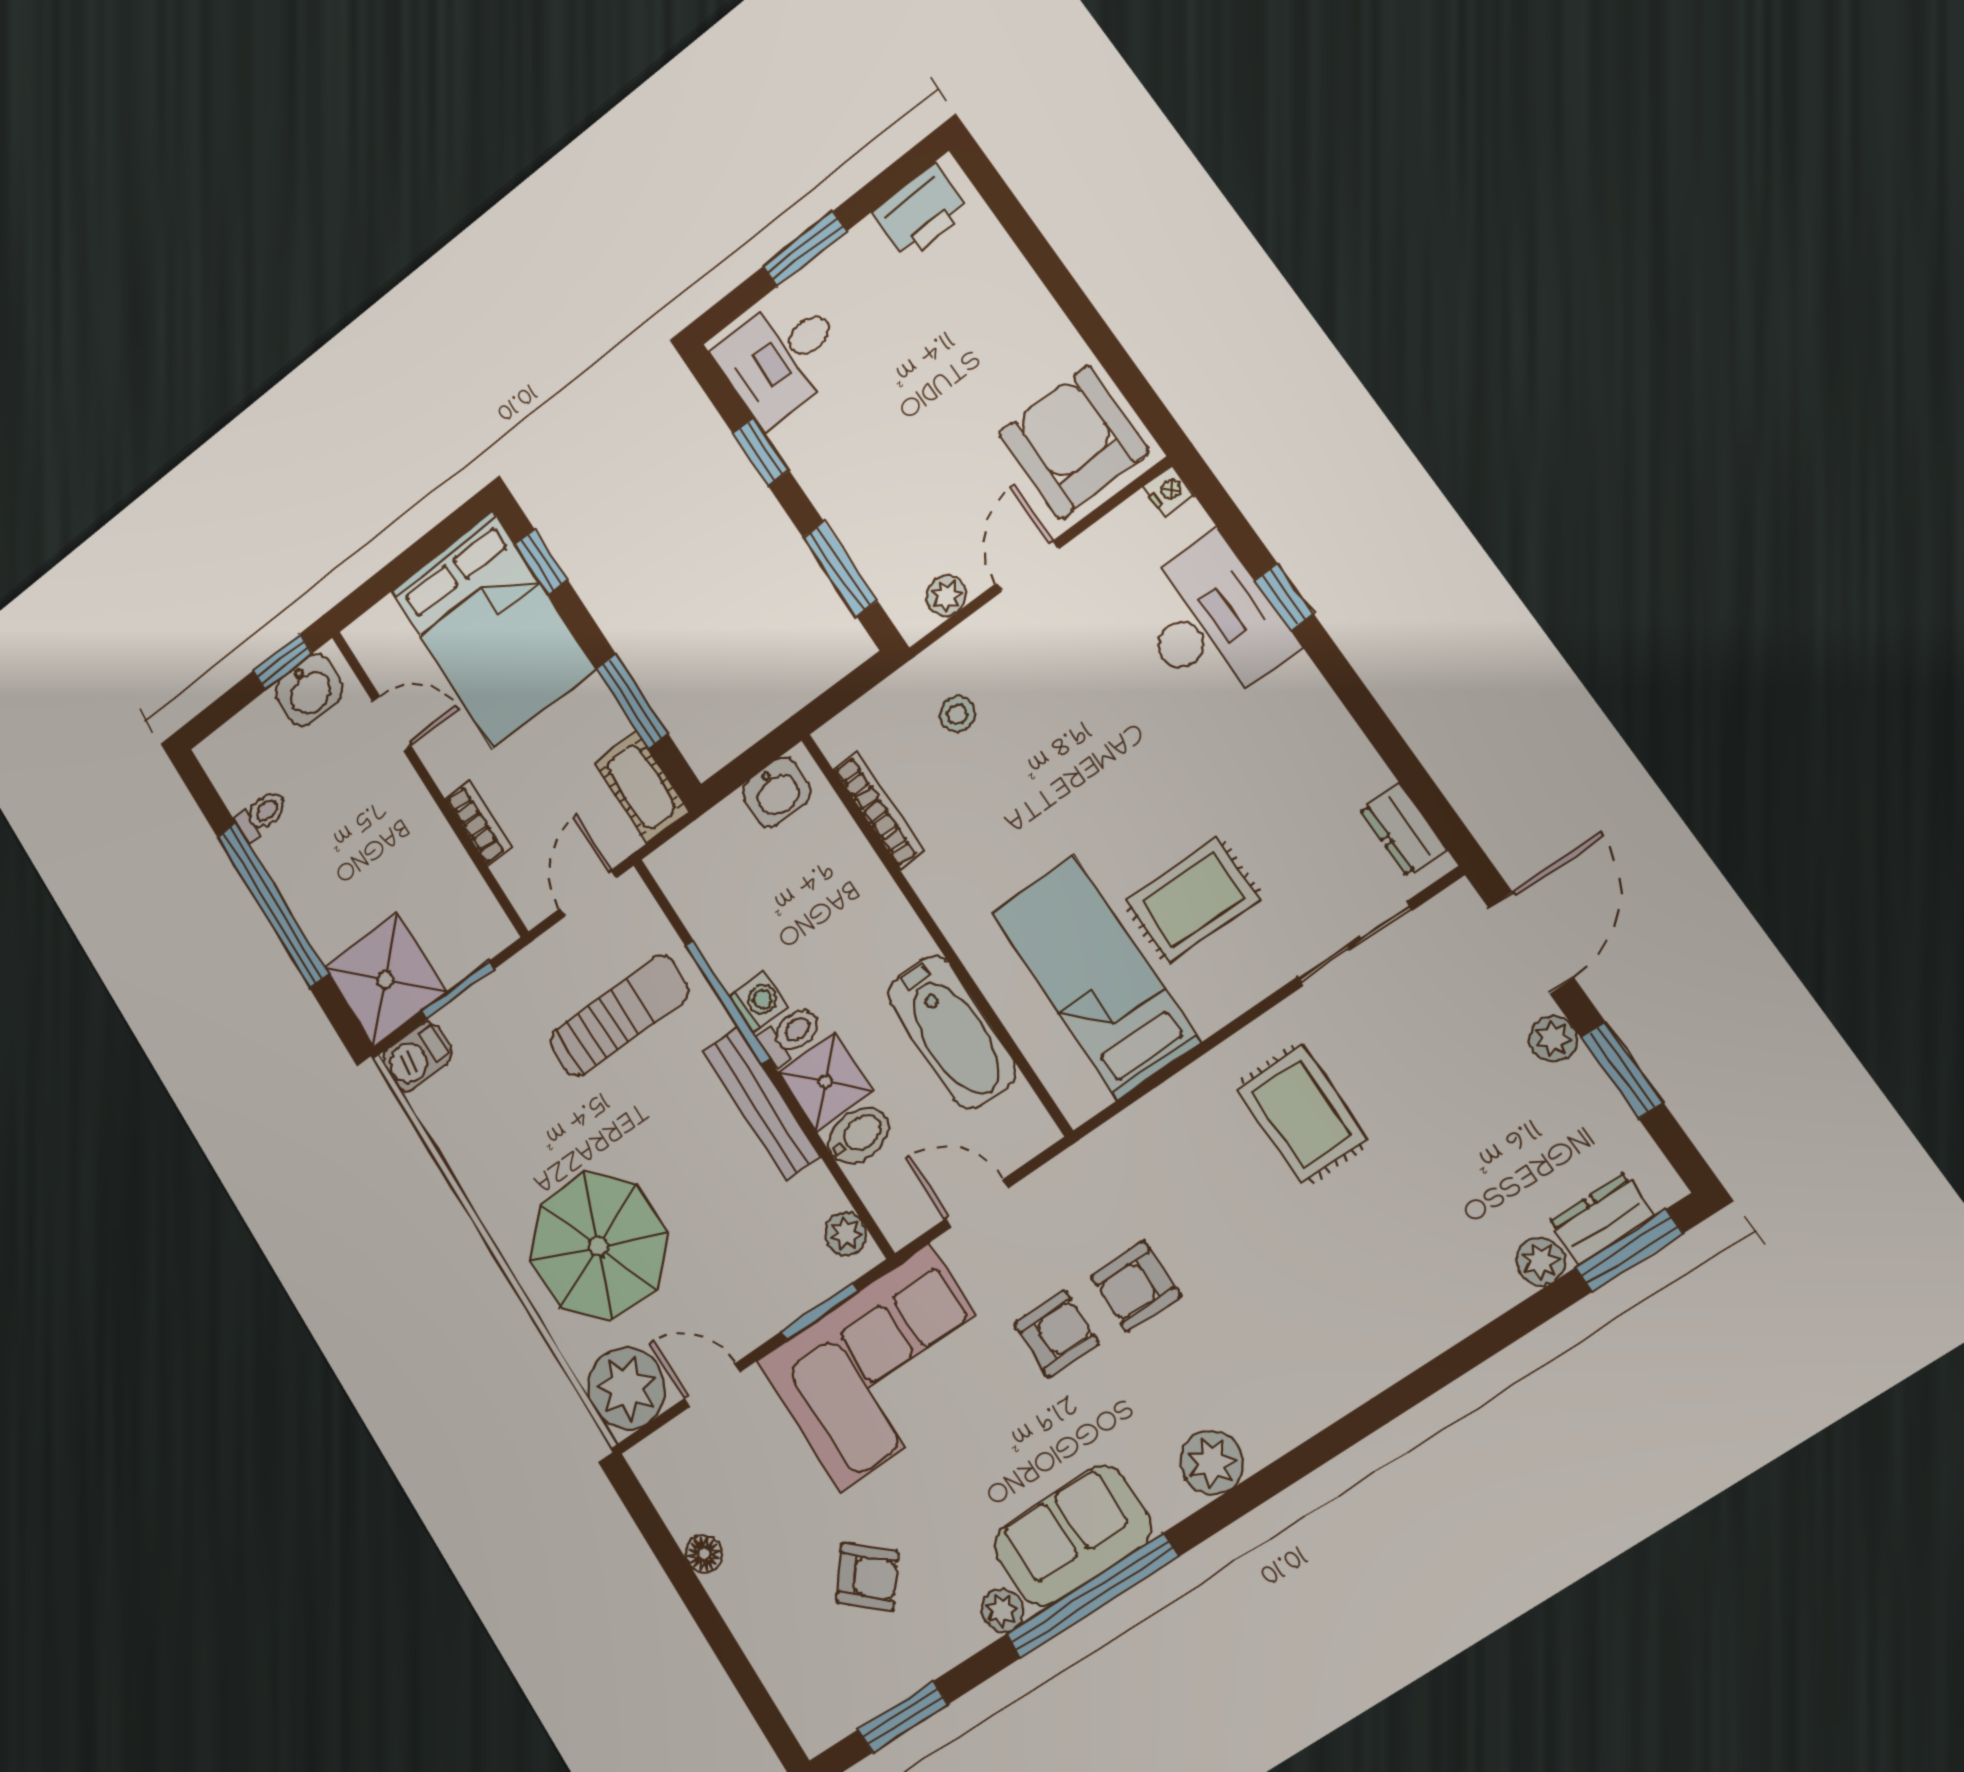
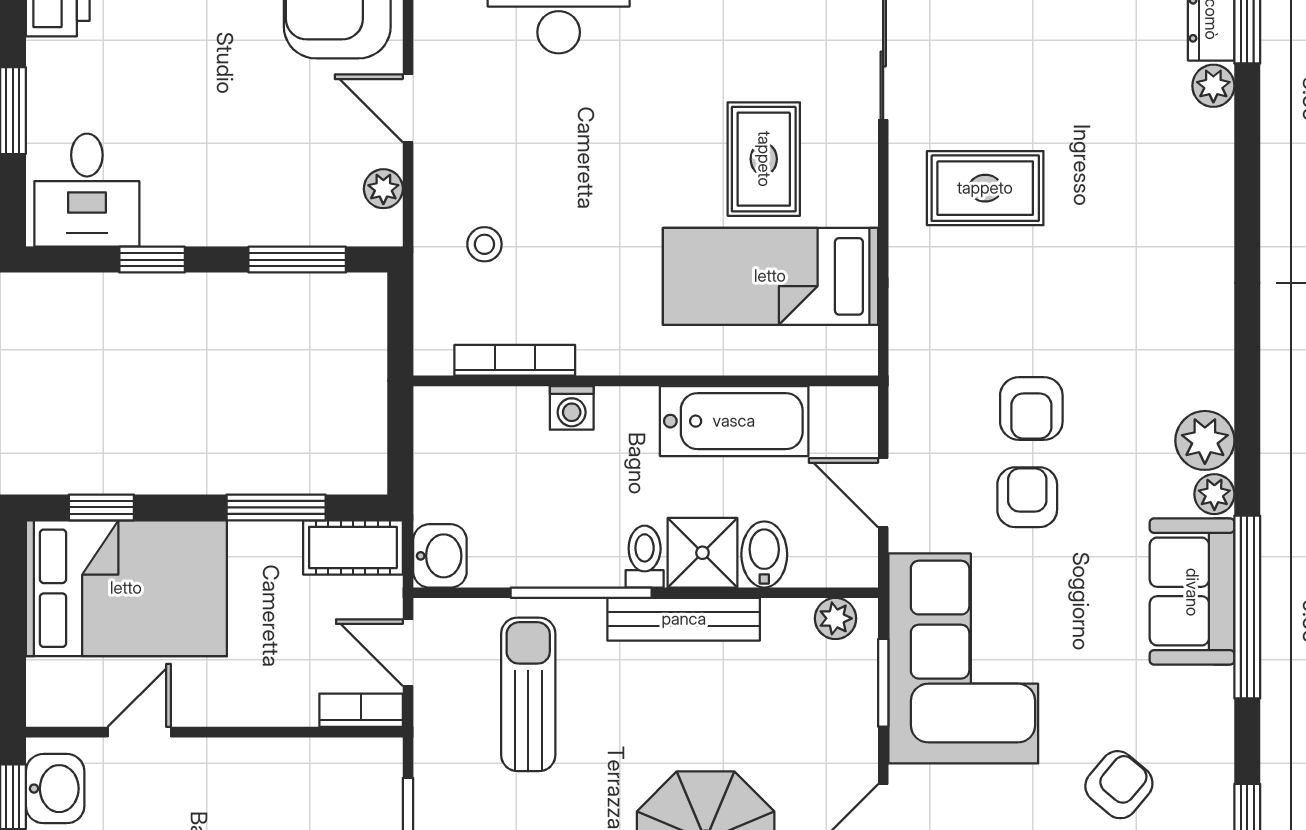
washbasin: (776, 792) -> (440, 556), moved
bookcase: (479, 823) -> (361, 710), moved
washing machine: (759, 1002) -> (572, 408), moved, turned 180
door: (977, 1203) -> (883, 493), hinge flipped
plant: (1002, 1611) -> (1214, 494), moved

